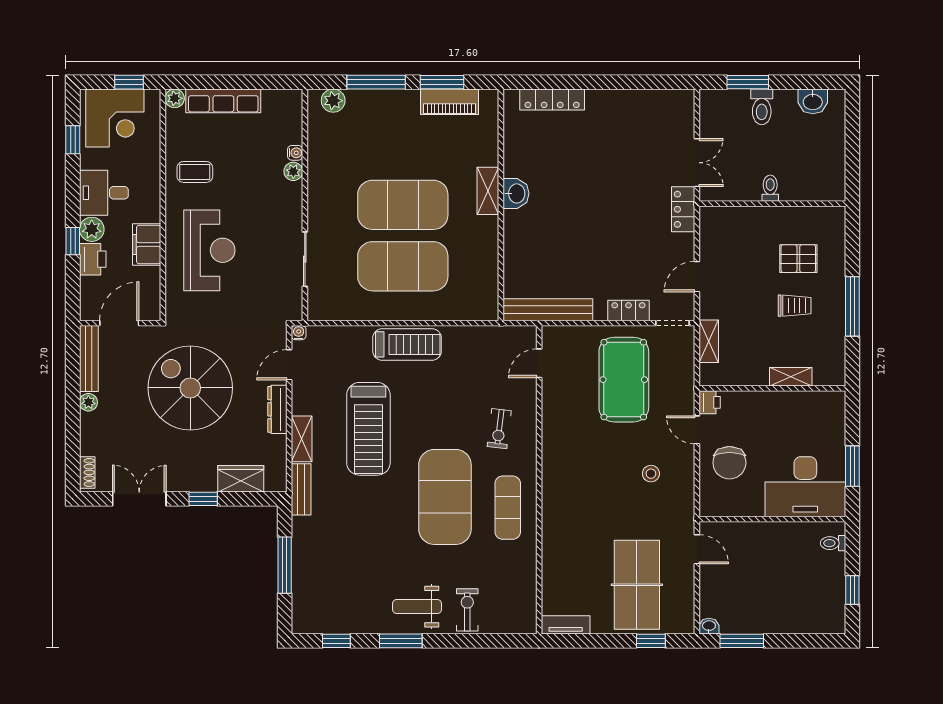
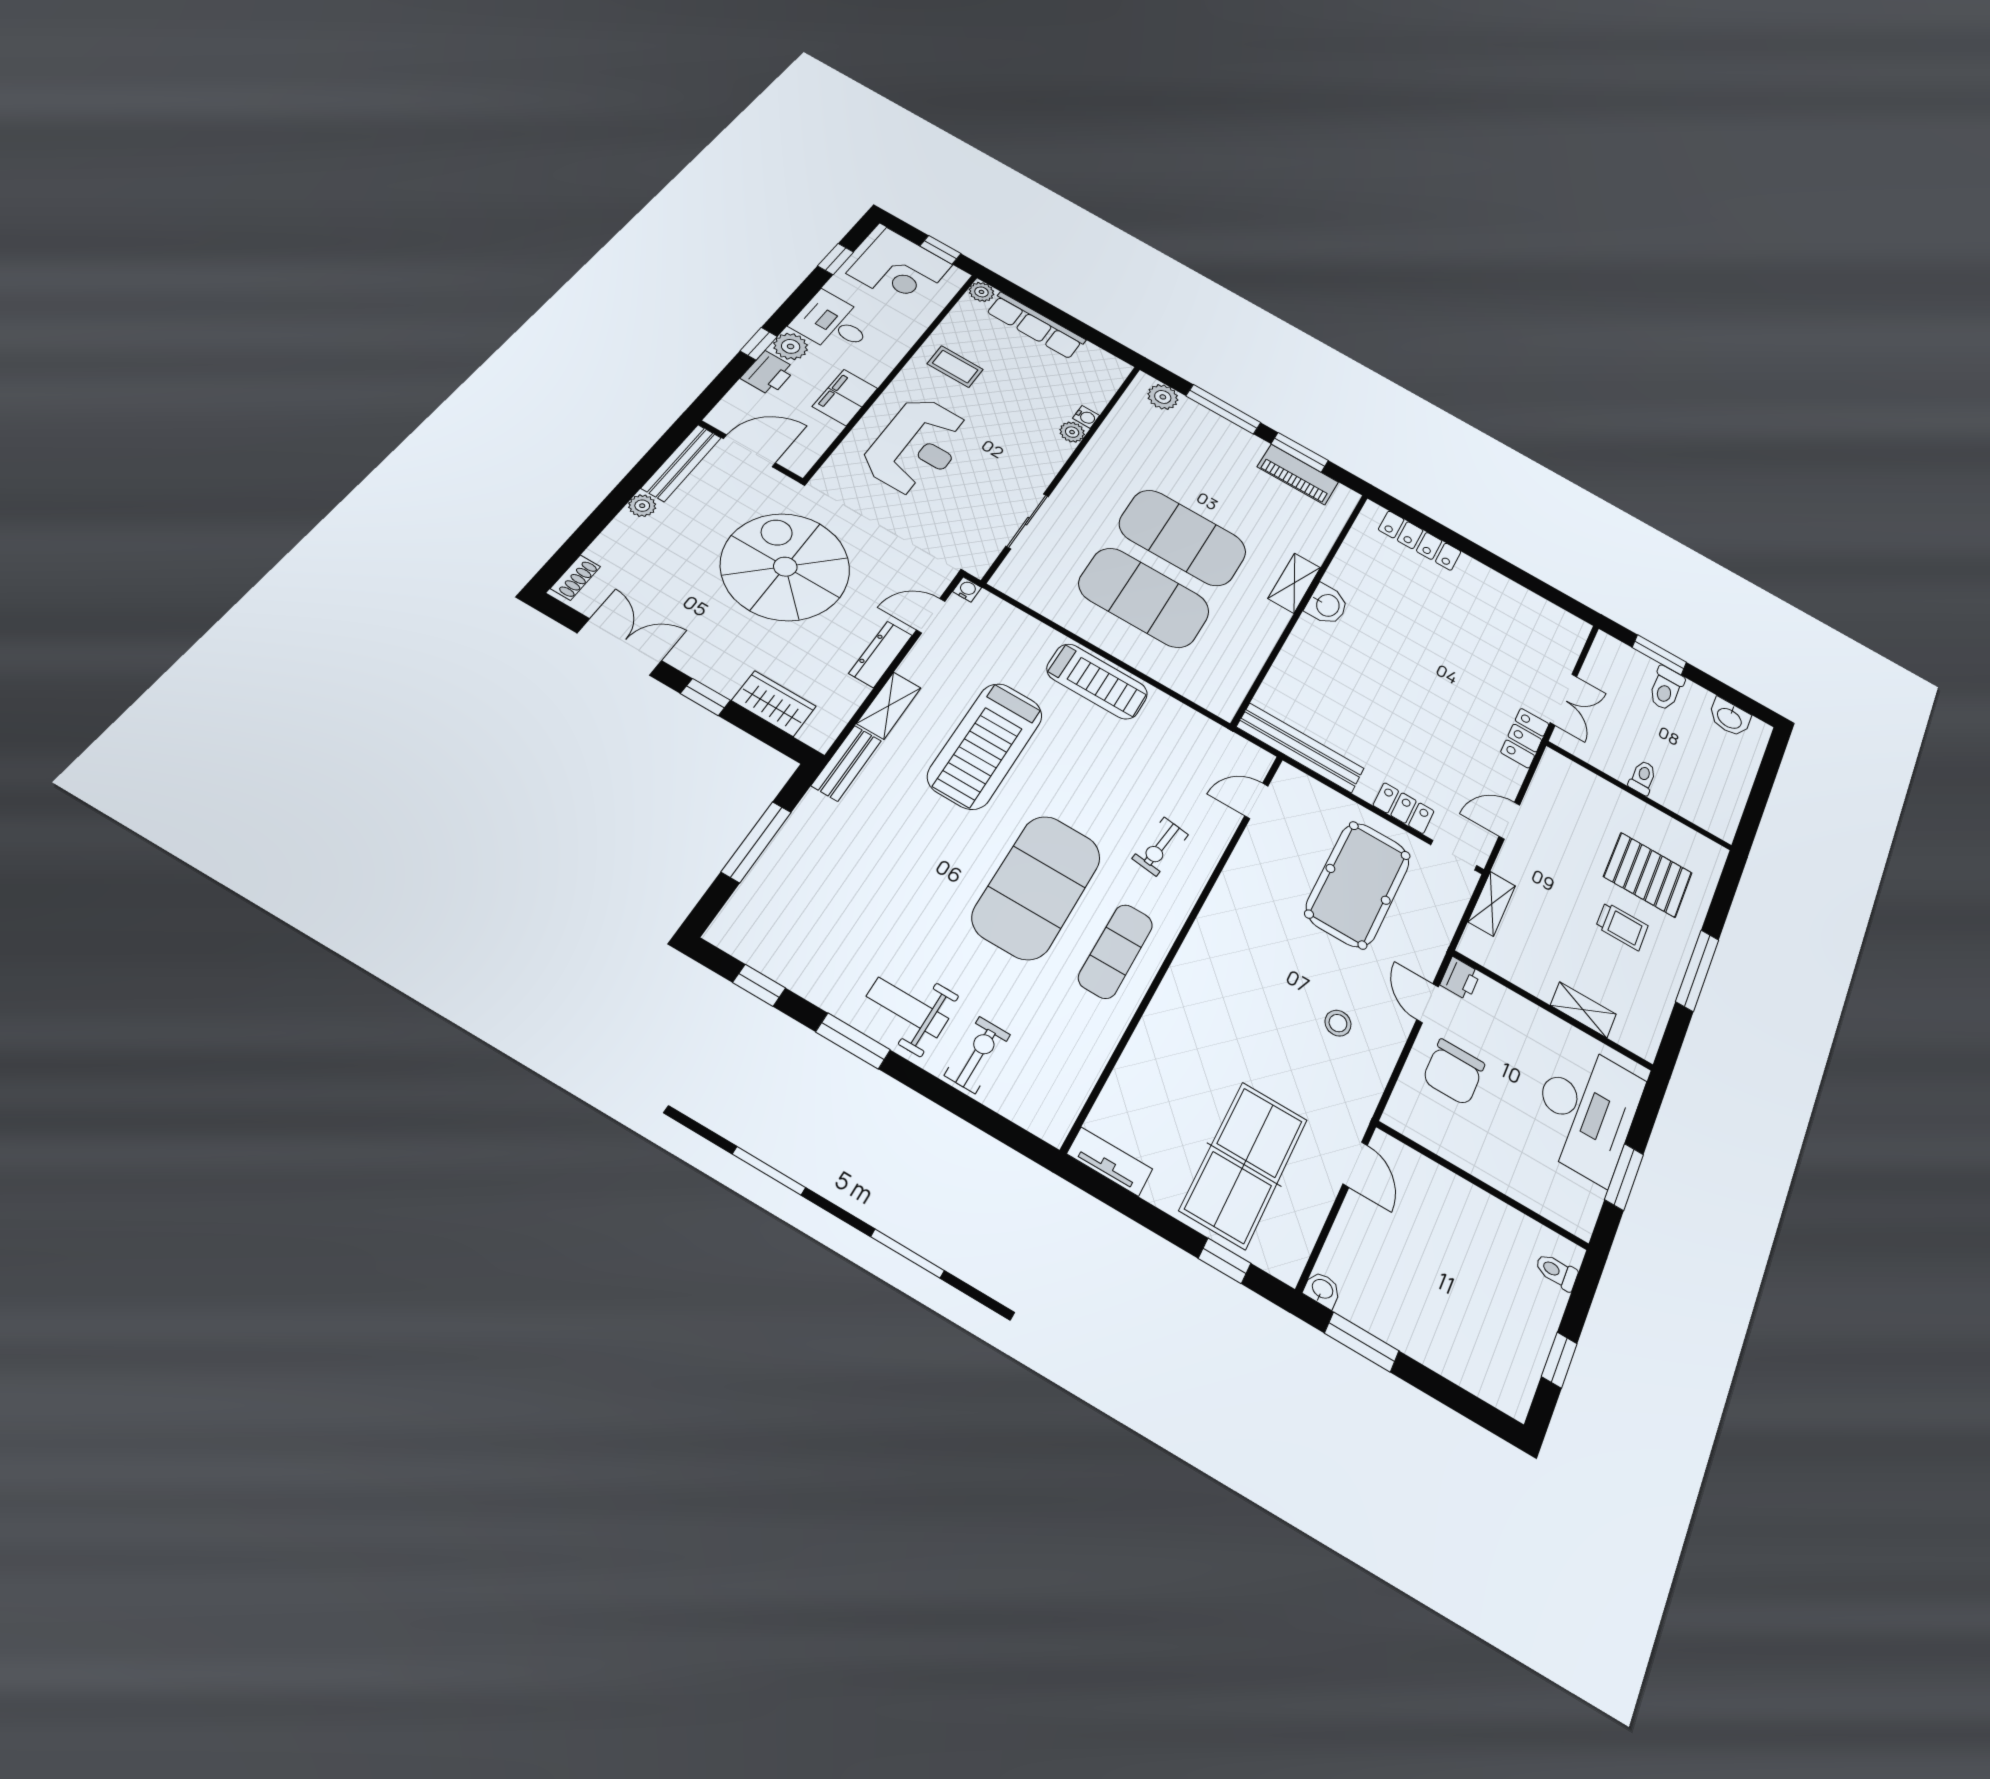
pallet: (798, 259) -> (1648, 875), width x1.50, depth x1.42
desk: (805, 487) -> (1586, 1111), moved, turned -90

